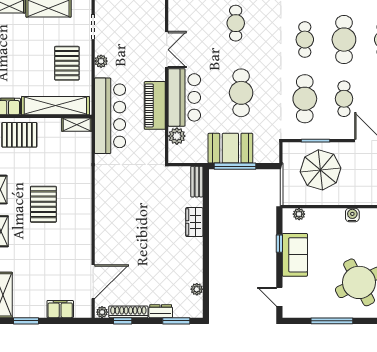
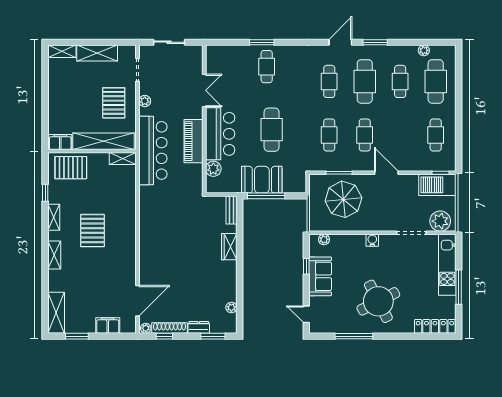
cafe table: (305, 99) -> (329, 135), width x0.73, depth x0.74

